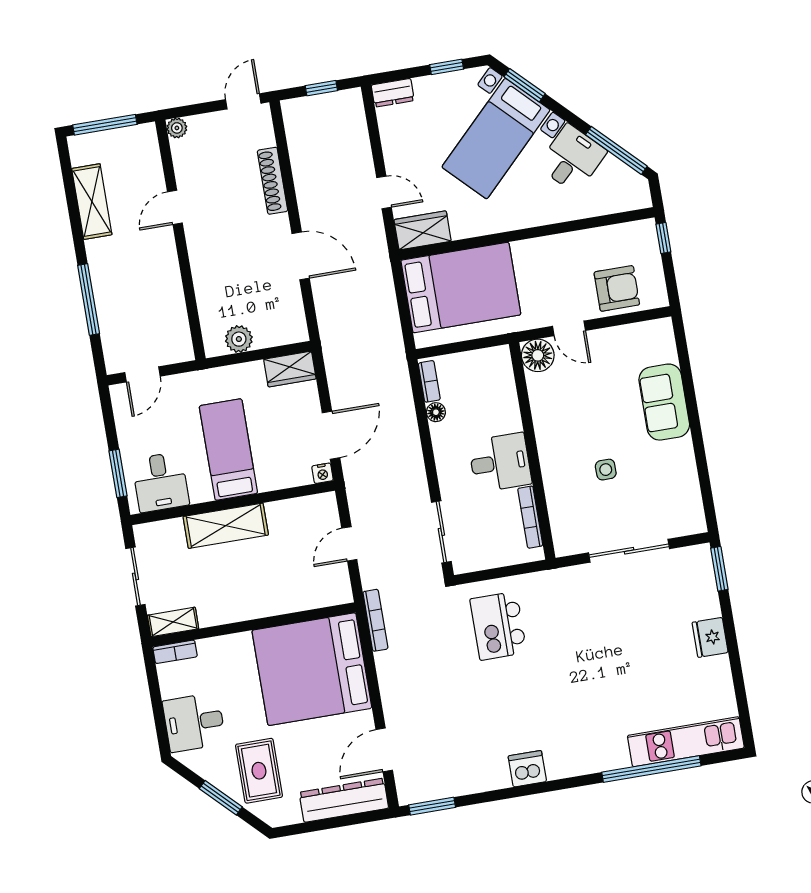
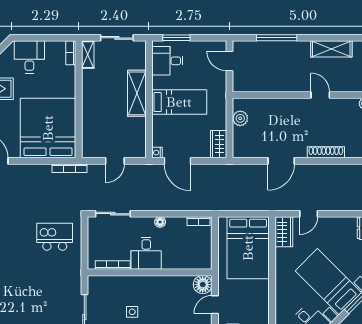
floor lamp: (436, 412) -> (160, 222), moved
door: (349, 544) -> (115, 161), swing flipped

